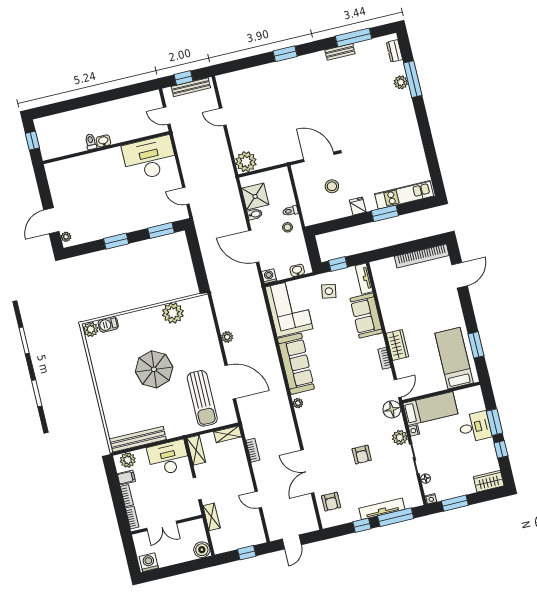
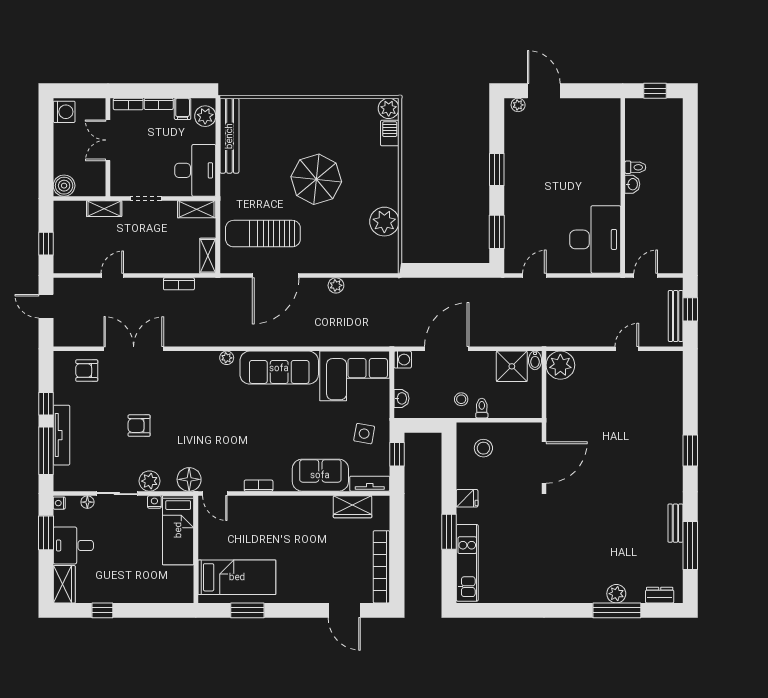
stool: (332, 186) -> (483, 448), moved
bidet: (255, 214) -> (535, 360), moved
wardrobe: (397, 345) -> (353, 507), moved
window: (494, 422) -> (140, 610), removed
desk: (475, 427) -> (73, 545), moved, turned 90

